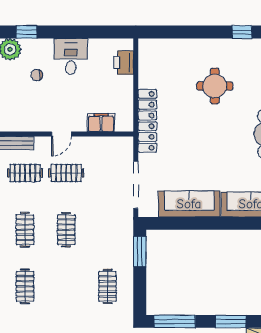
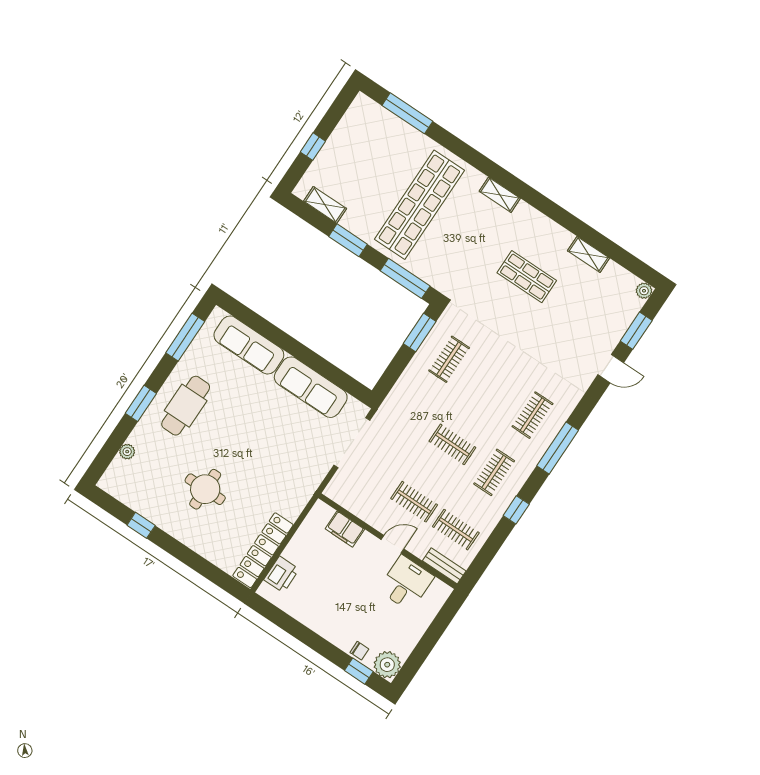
desk: (71, 56) -> (406, 583), moved, turned 180
chair: (37, 75) -> (359, 651), moved
locker: (147, 121) -> (263, 550), moved
clothes rail: (66, 230) -> (452, 444), turned 90
window: (140, 252) -> (420, 333), moved

